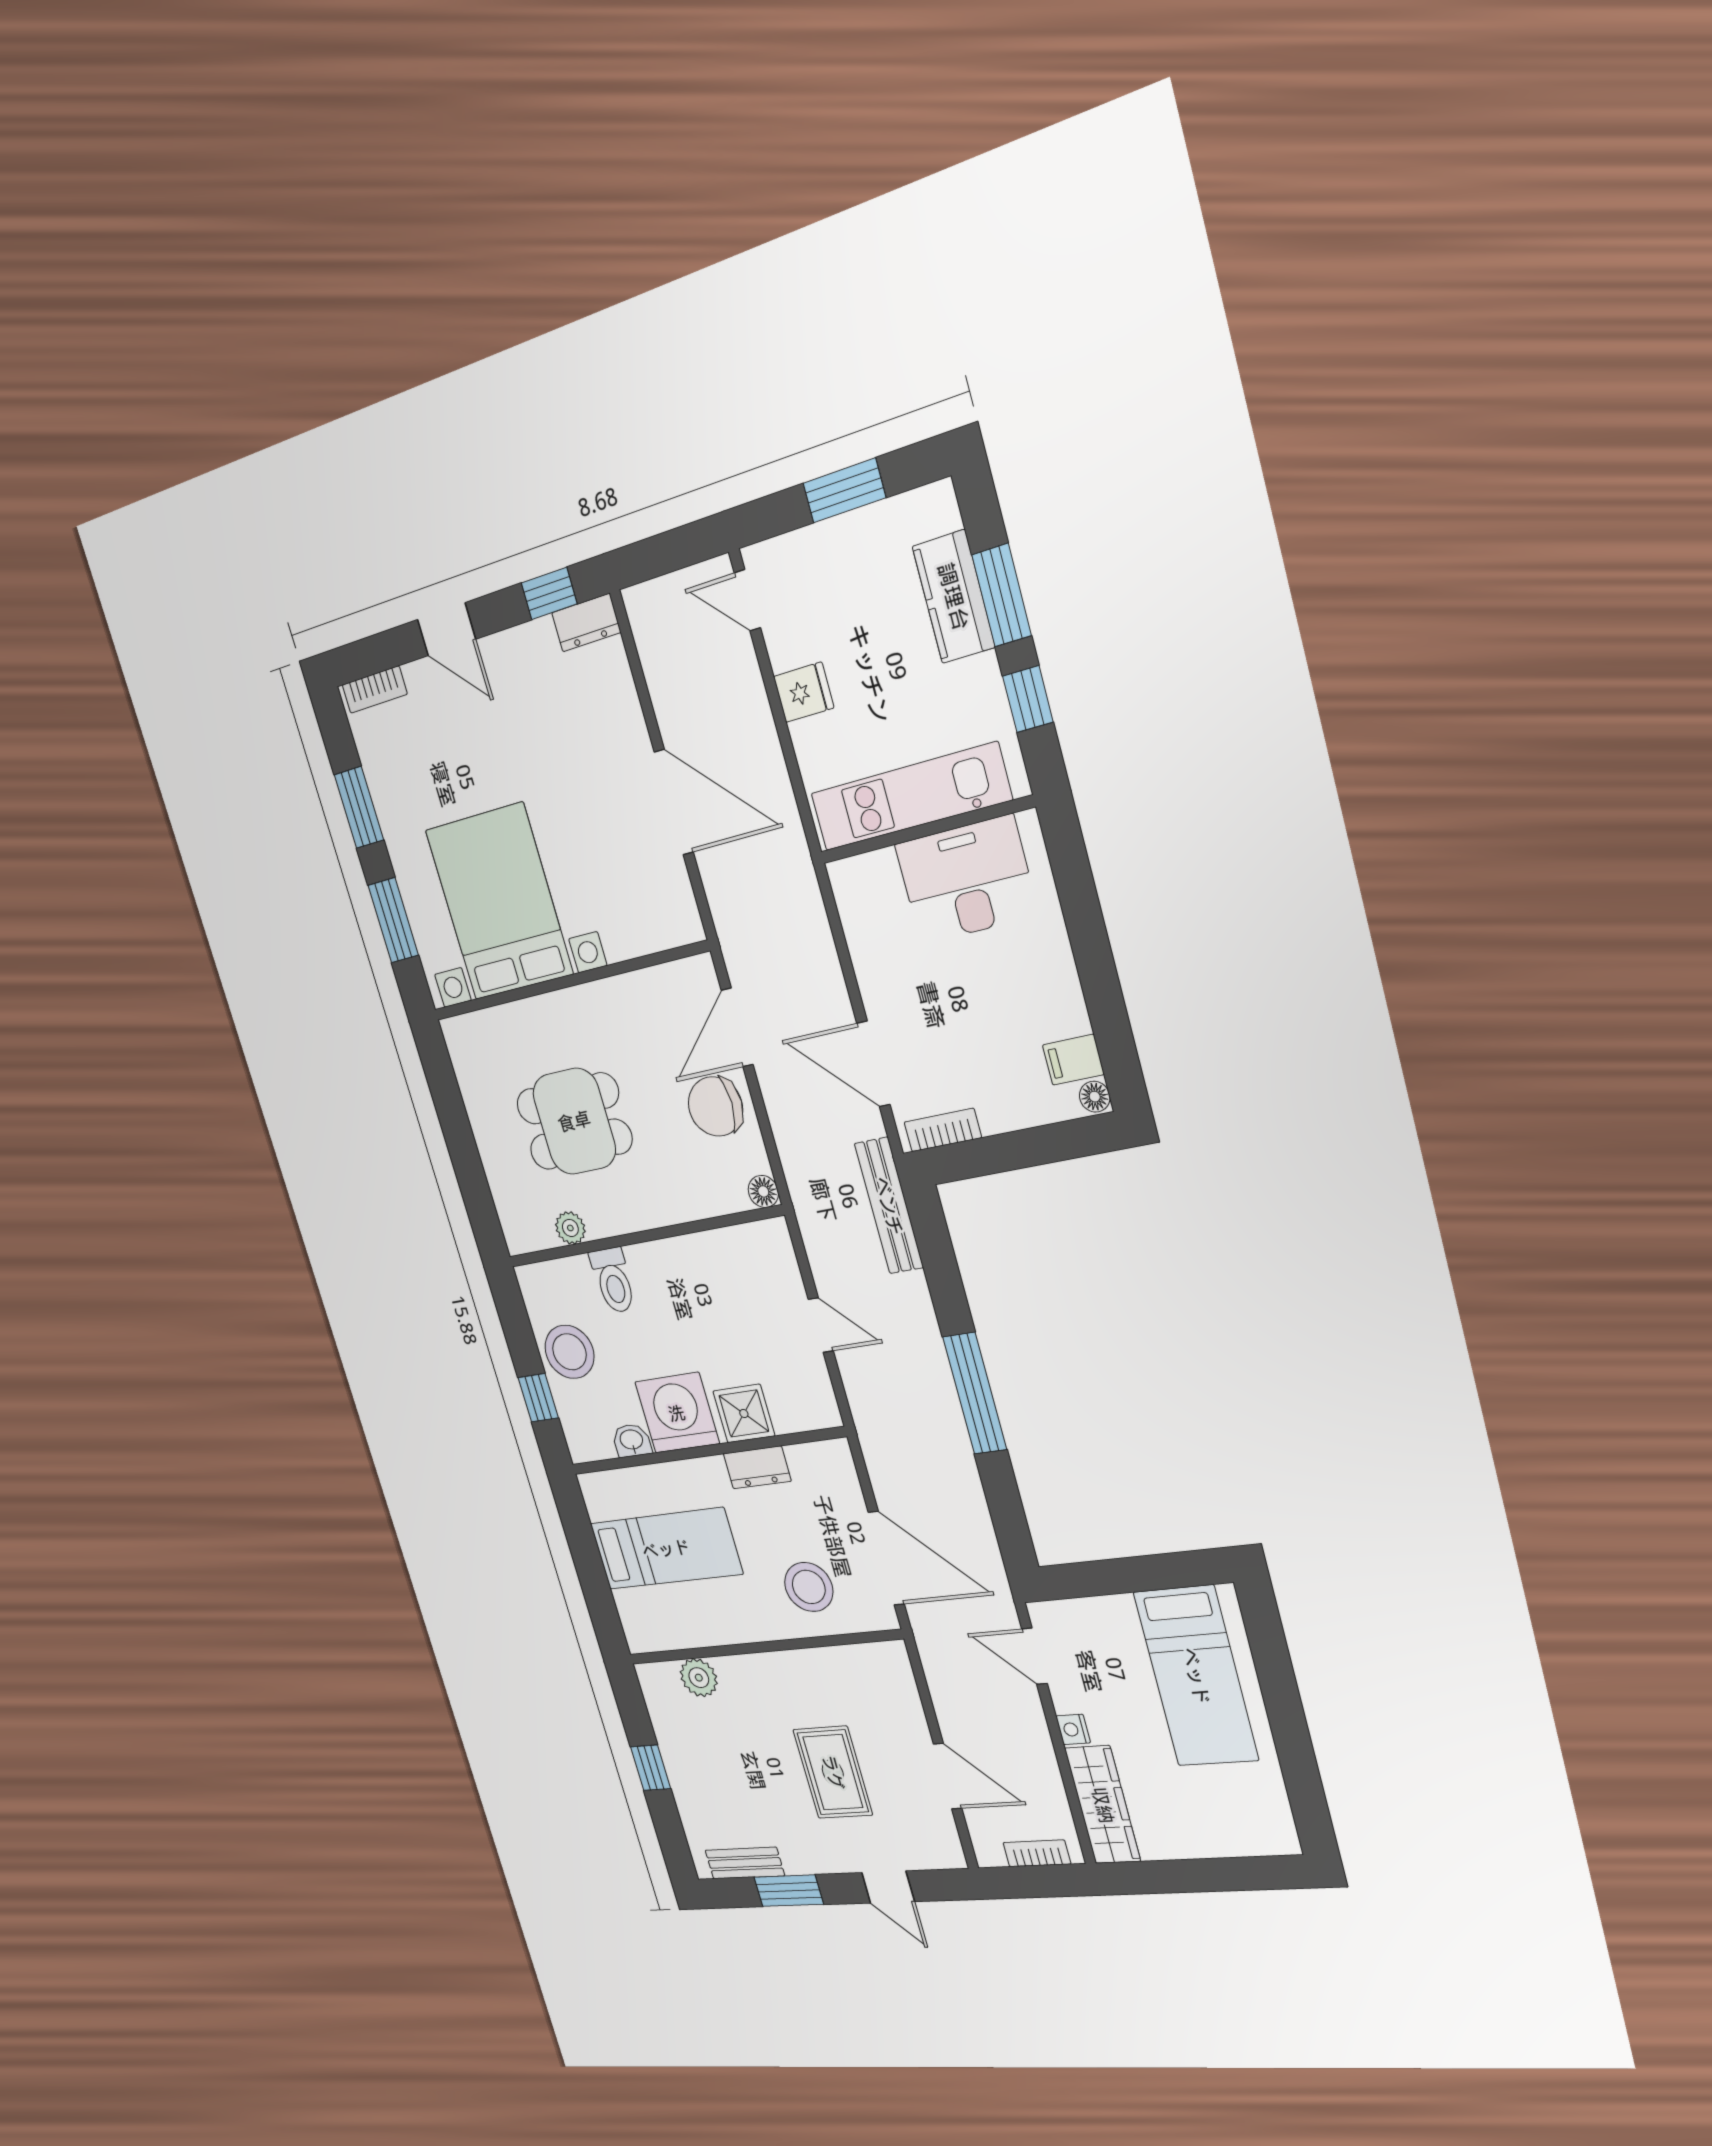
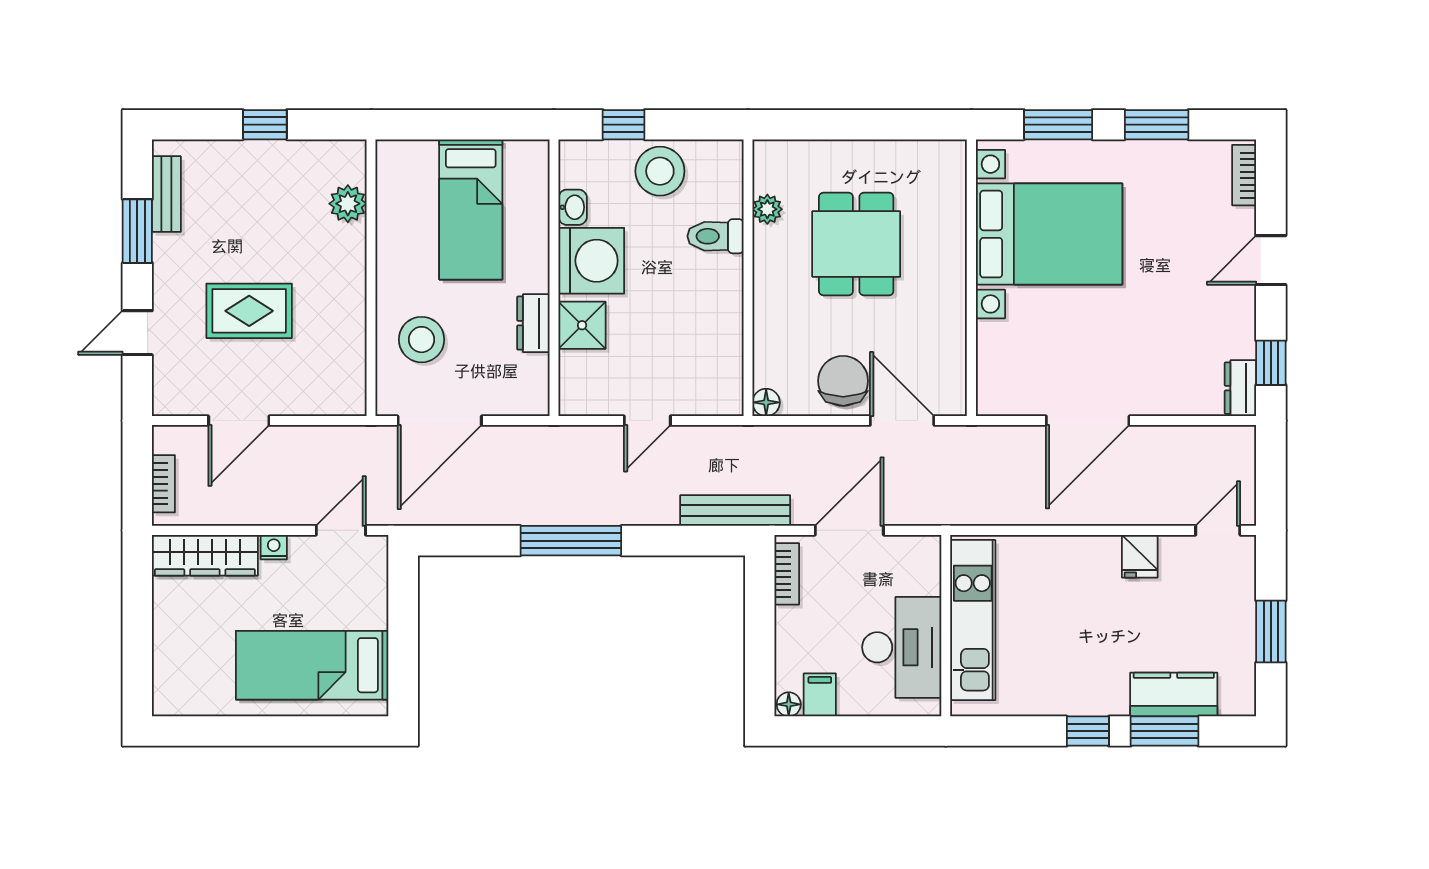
kitchen unit: (910, 797) -> (973, 620), moved
wall: (926, 830) -> (946, 626), moved
desk: (966, 880) -> (902, 647), moved

